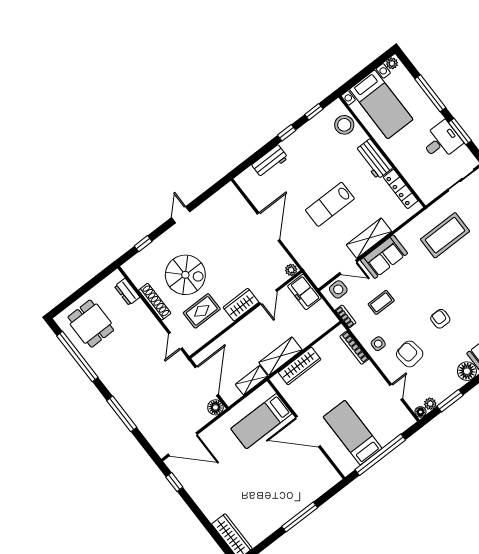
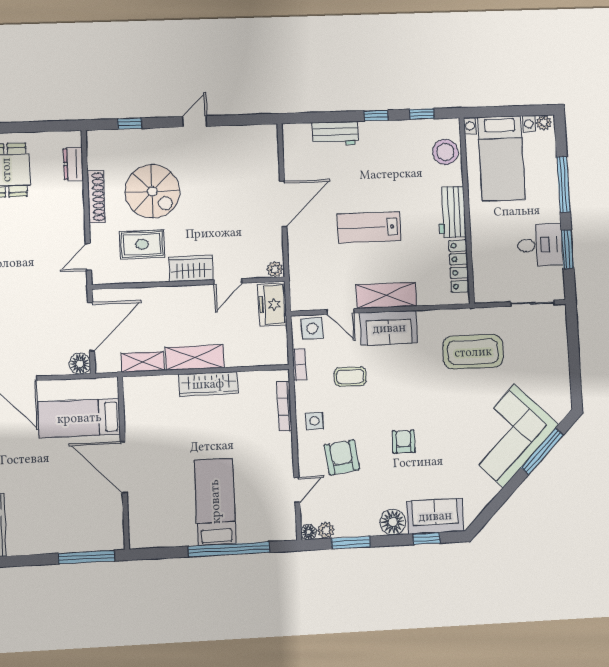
bed: (261, 421) -> (79, 418), moved
wall: (306, 429) -> (124, 463), moved
door: (308, 432) -> (124, 467), moved

